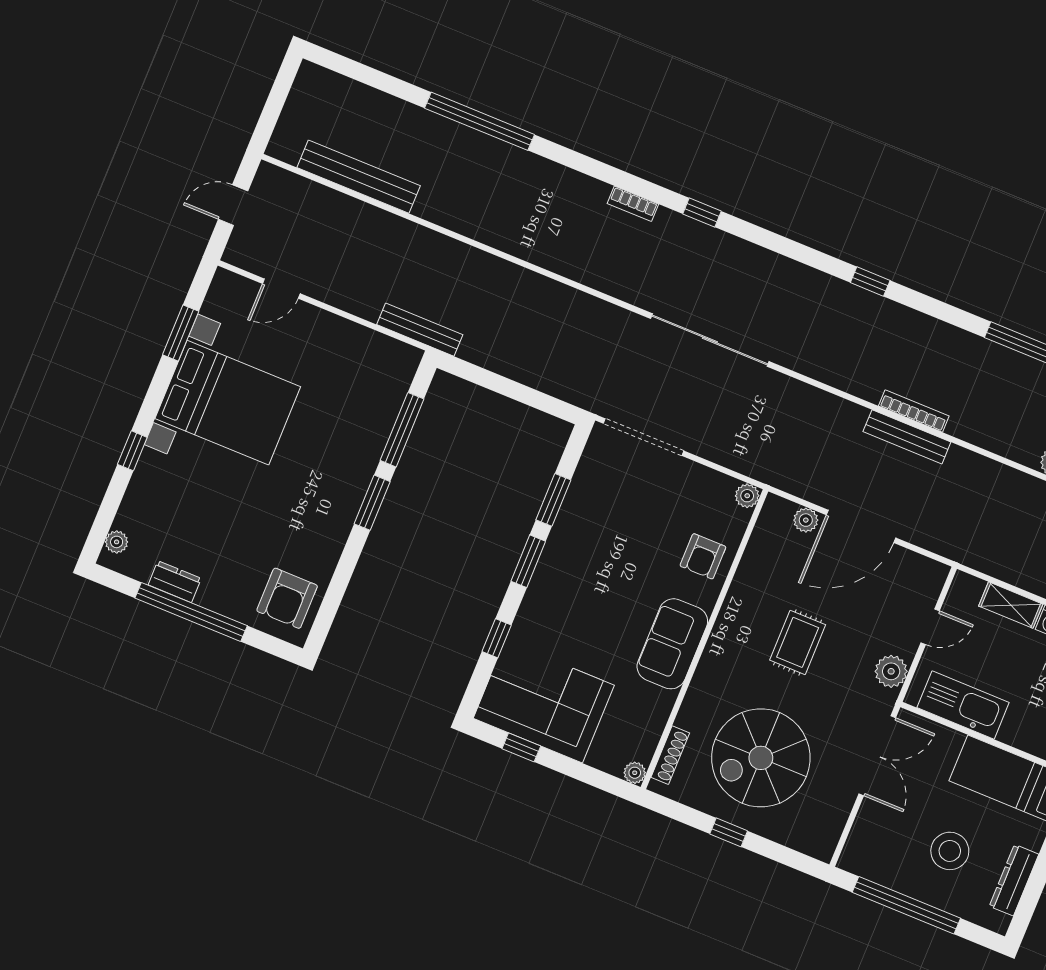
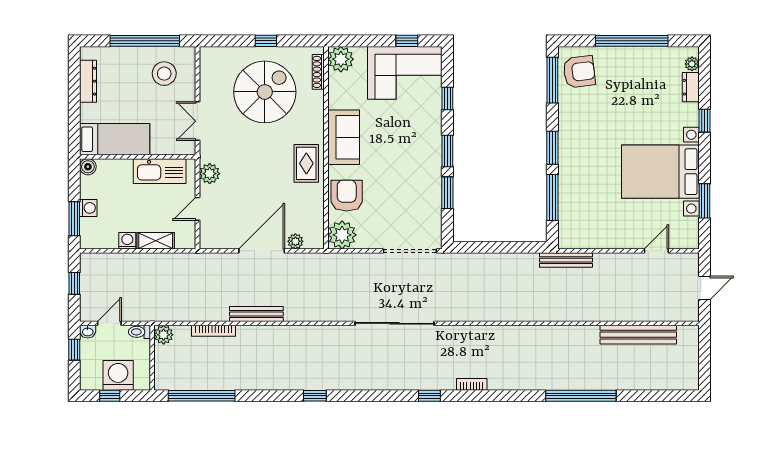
bookcase: (914, 411) -> (214, 331), moved
plant: (747, 496) -> (342, 235), width x1.87, depth x1.87
armchair: (703, 556) -> (347, 196), width x1.38, depth x1.38
dresser: (175, 582) -> (691, 87), moved, turned 90
armchair: (287, 598) -> (579, 72), turned 83
window: (331, 602) -> (552, 80), added
rug: (798, 642) -> (306, 163), moved
double door: (877, 756) -> (197, 121), width x0.73
plant: (635, 773) -> (341, 59), width x1.87, depth x1.87
stool: (950, 851) -> (164, 74), moved

